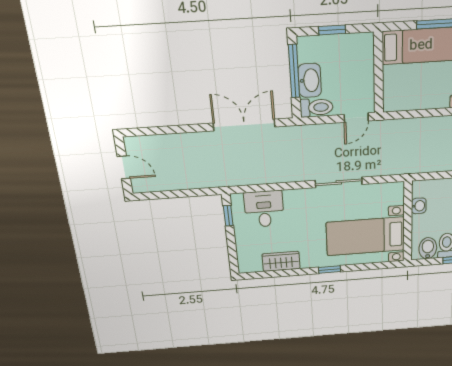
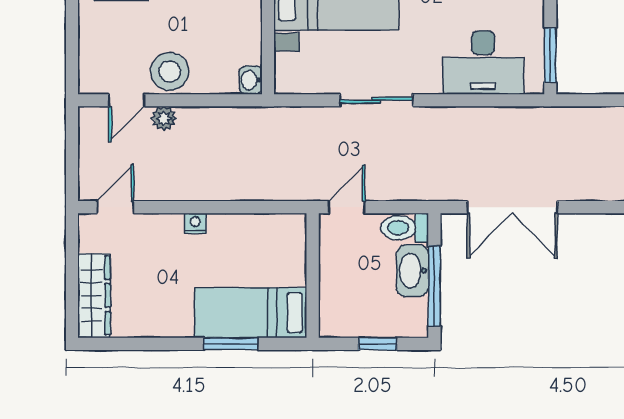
washbasin: (419, 206) -> (251, 80), moved
desk: (264, 209) -> (483, 62), width x1.37
window: (228, 216) -> (550, 55), width x1.50

